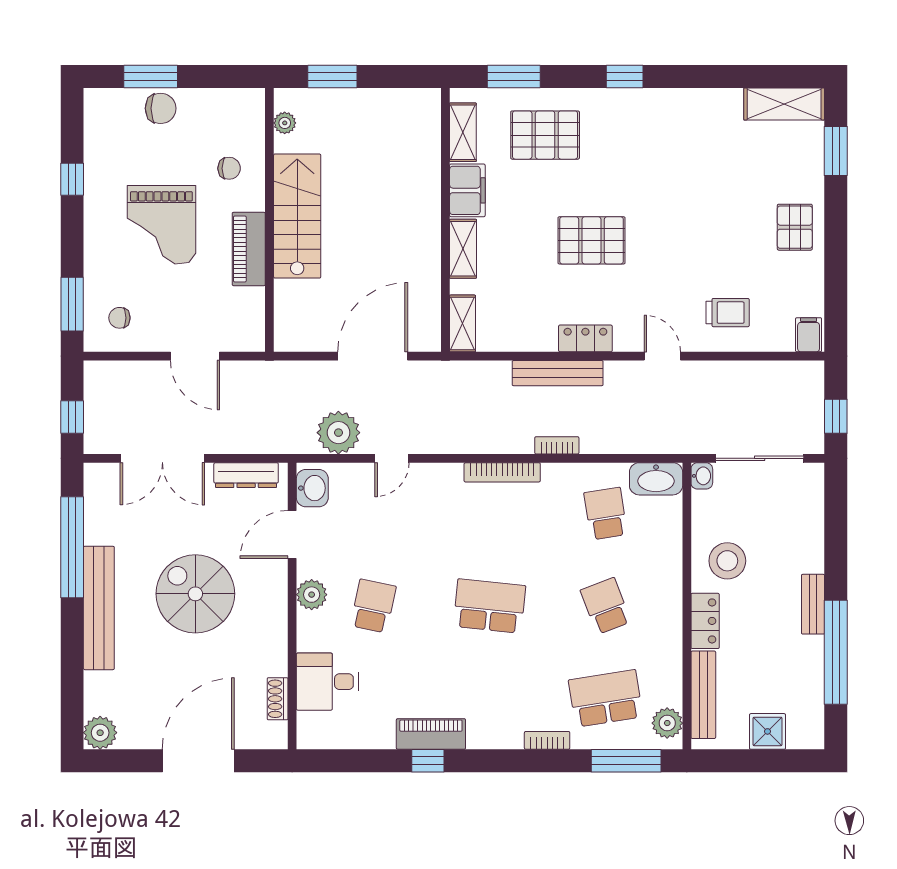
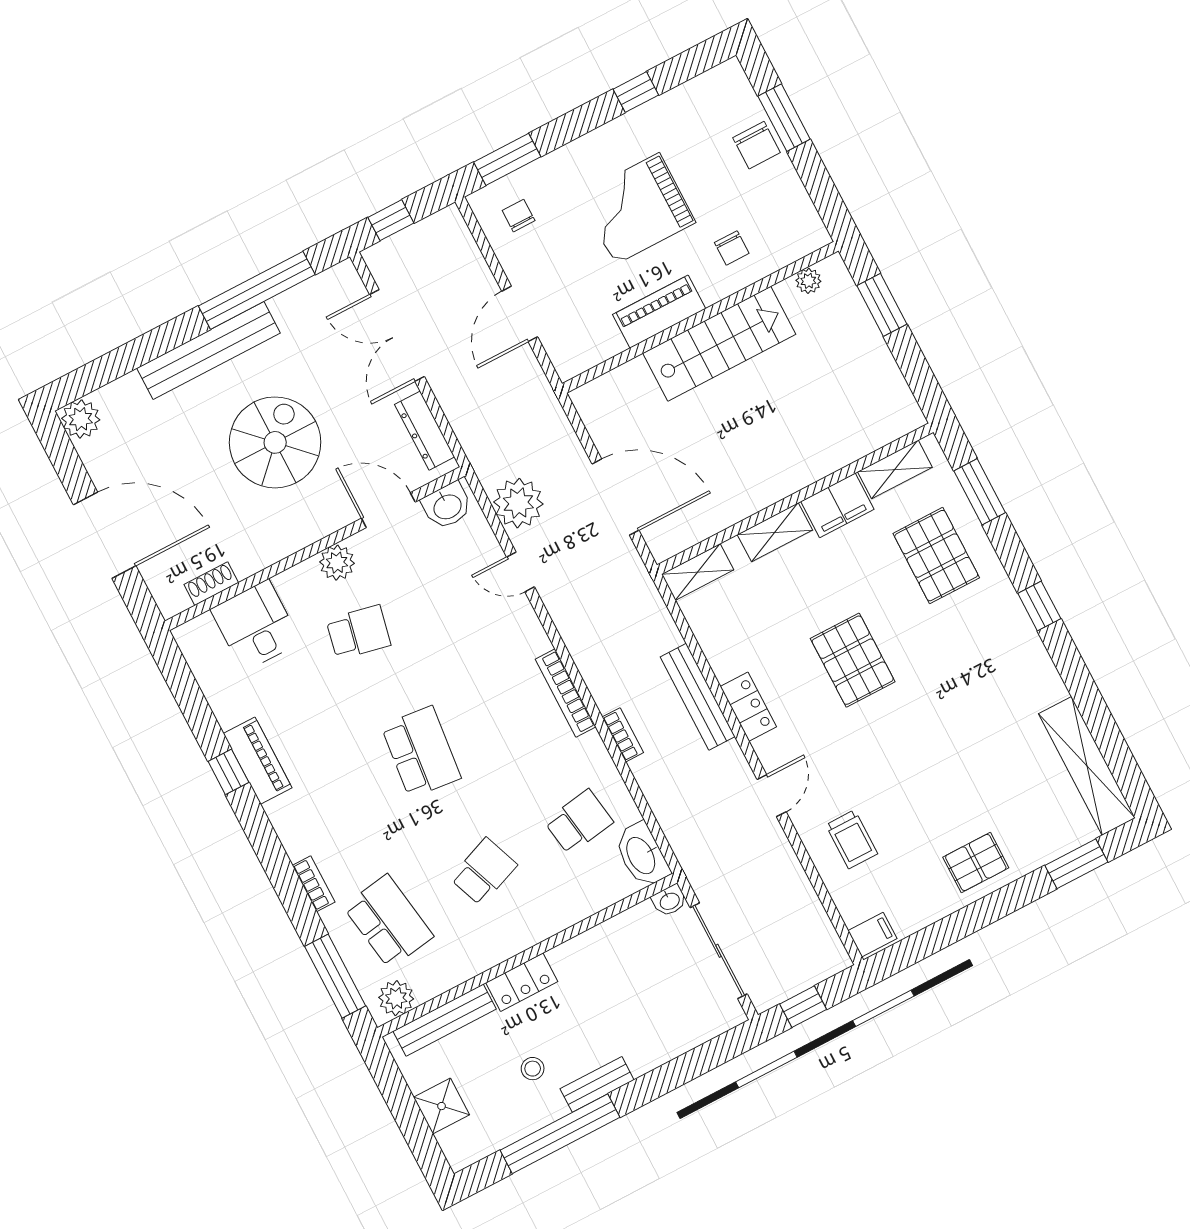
shelving: (784, 104) -> (1087, 766), width x1.47
stool: (727, 561) -> (533, 1069), moved, width x0.53, depth x0.53

